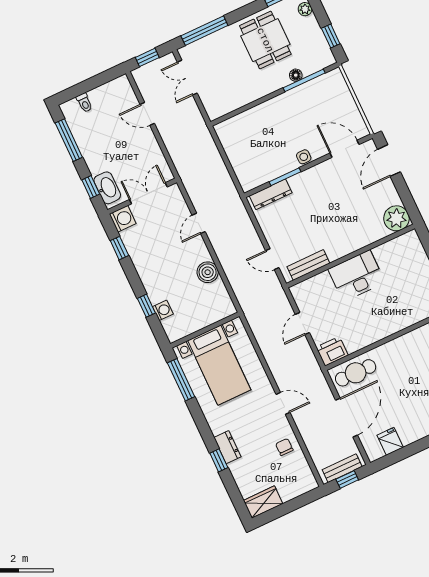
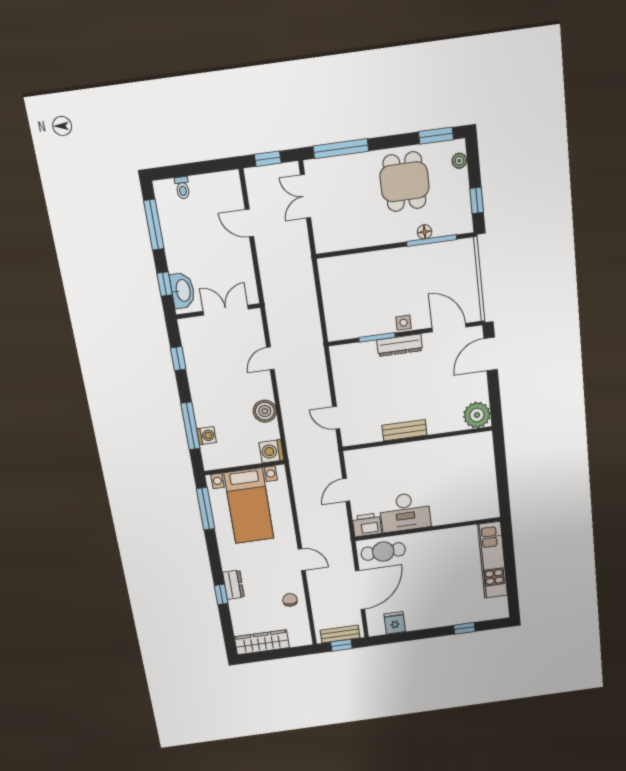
dresser: (271, 194) -> (400, 345), moved
washing machine: (123, 219) -> (271, 451), moved, turned 180
bench: (308, 265) -> (404, 430), moved
desk: (357, 276) -> (405, 512), moved, turned 180
window: (146, 306) -> (190, 426), width x2.17
wardrobe: (263, 502) -> (262, 642), width x1.50

